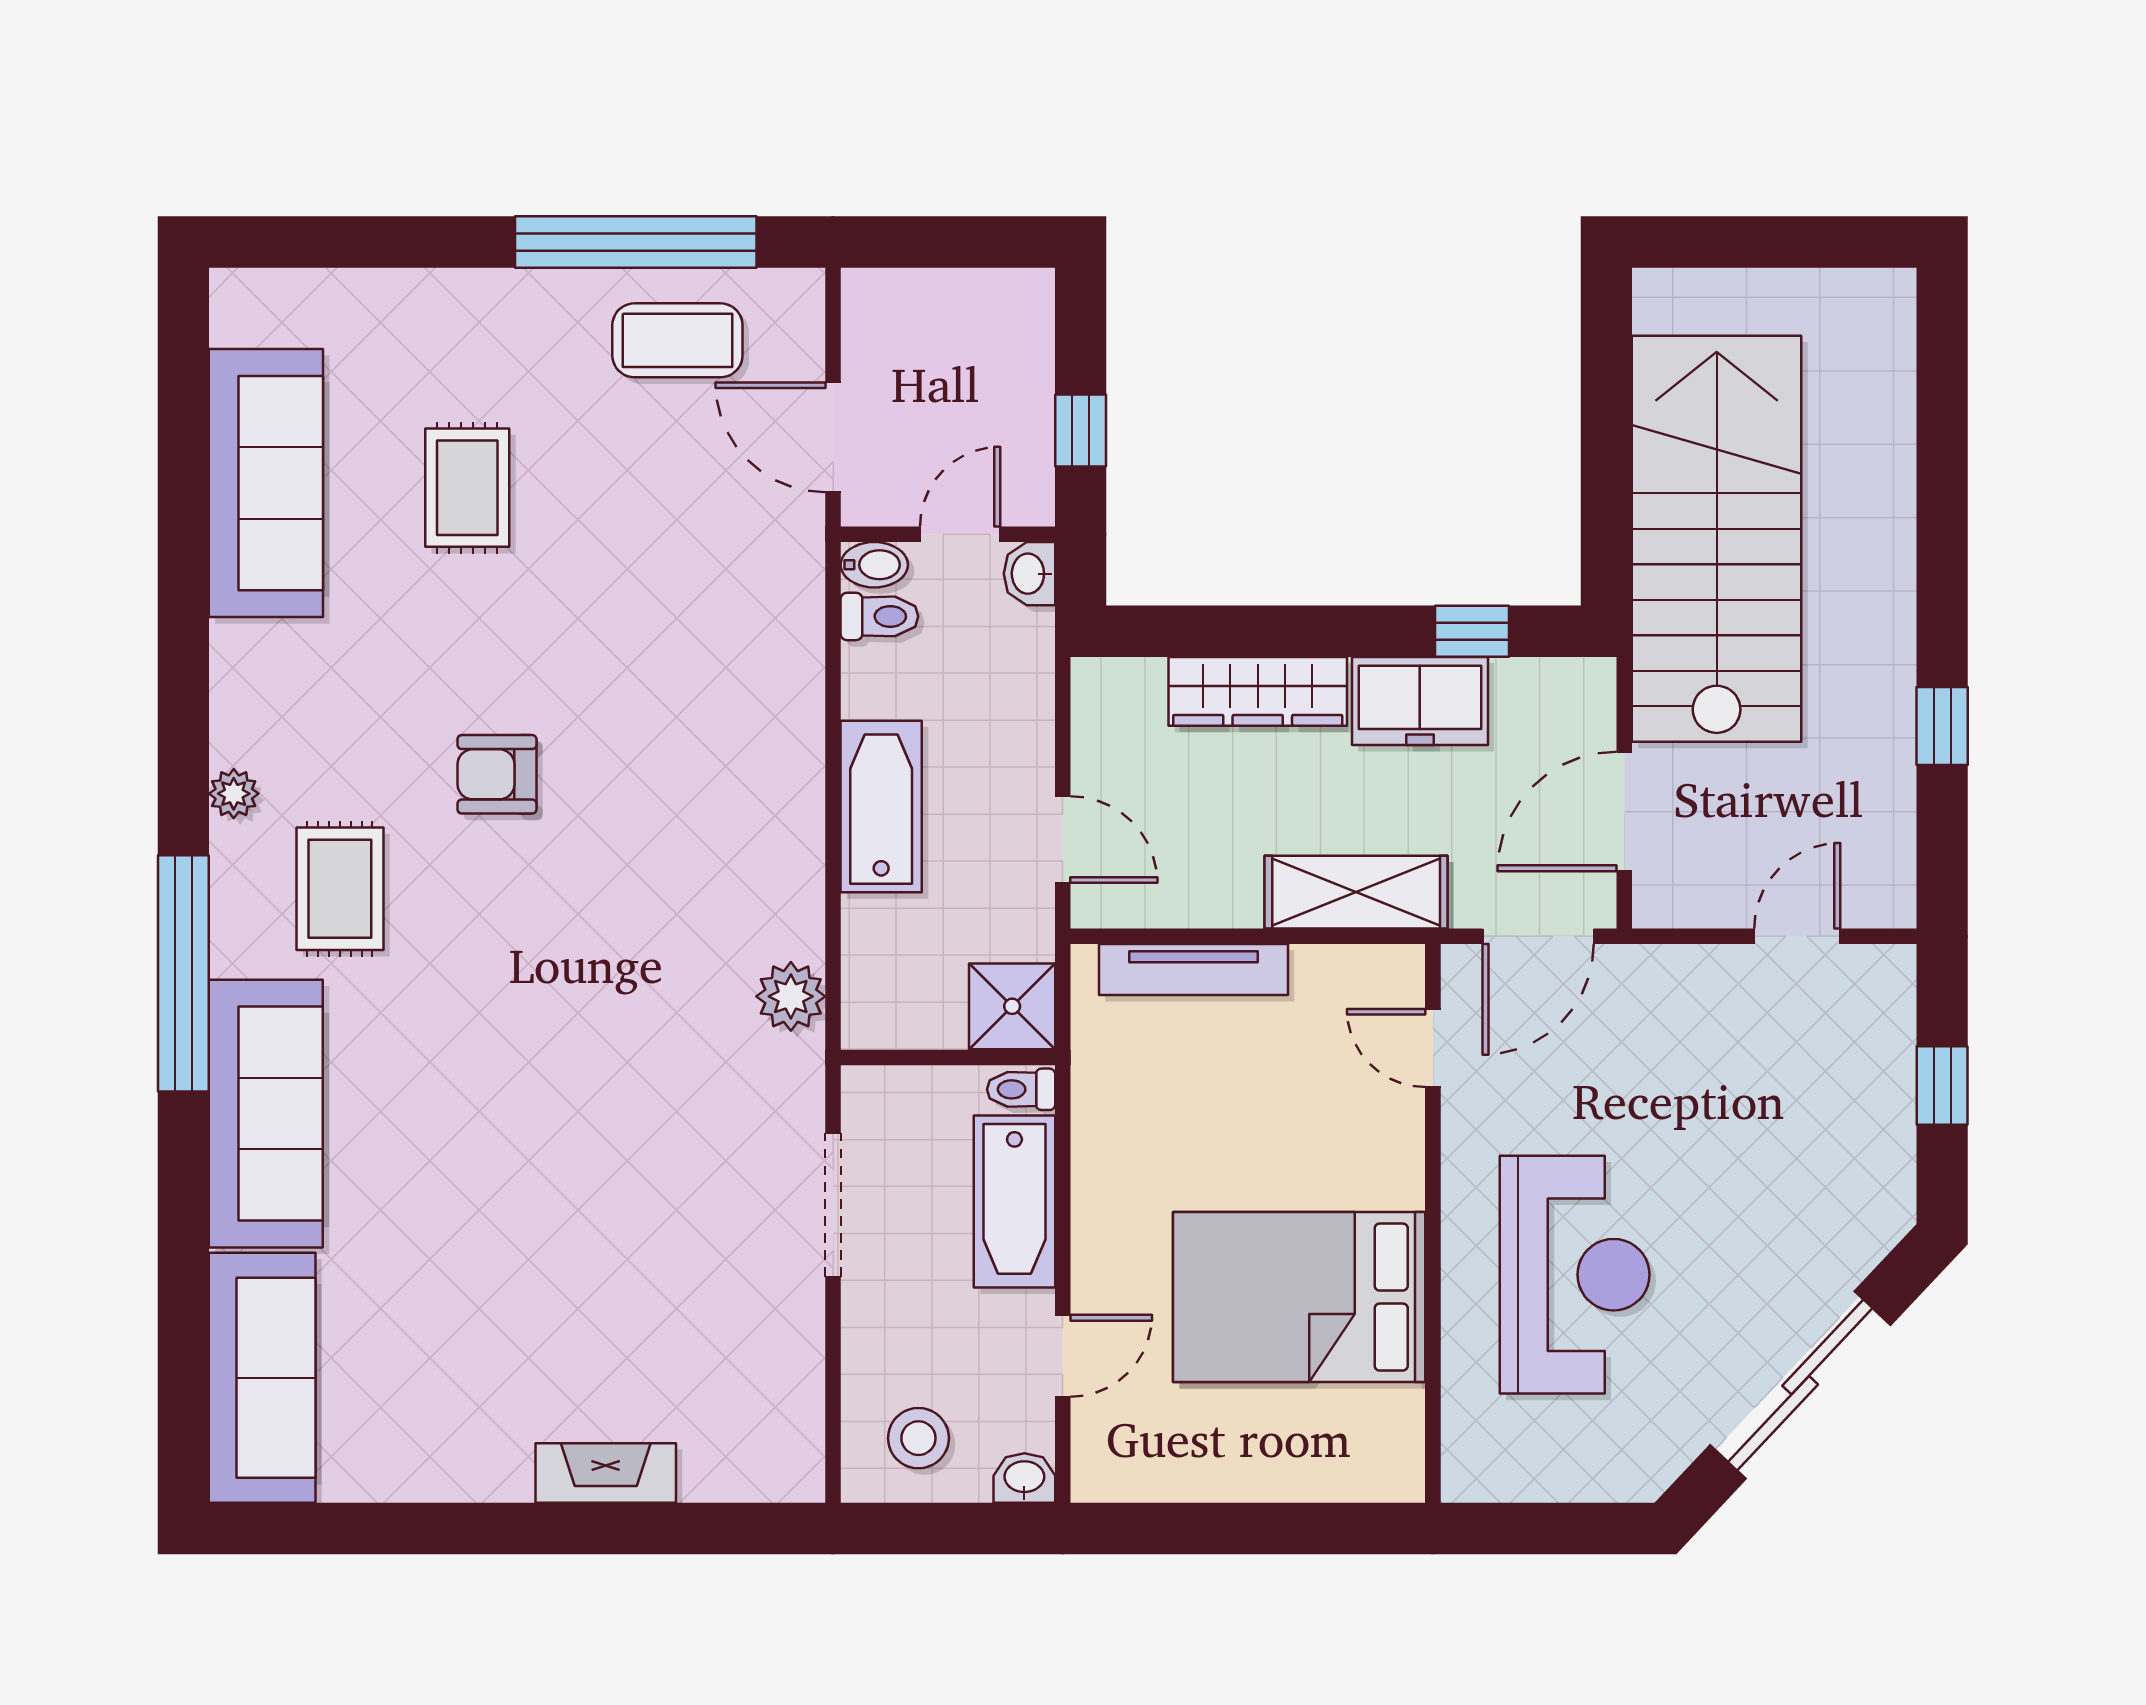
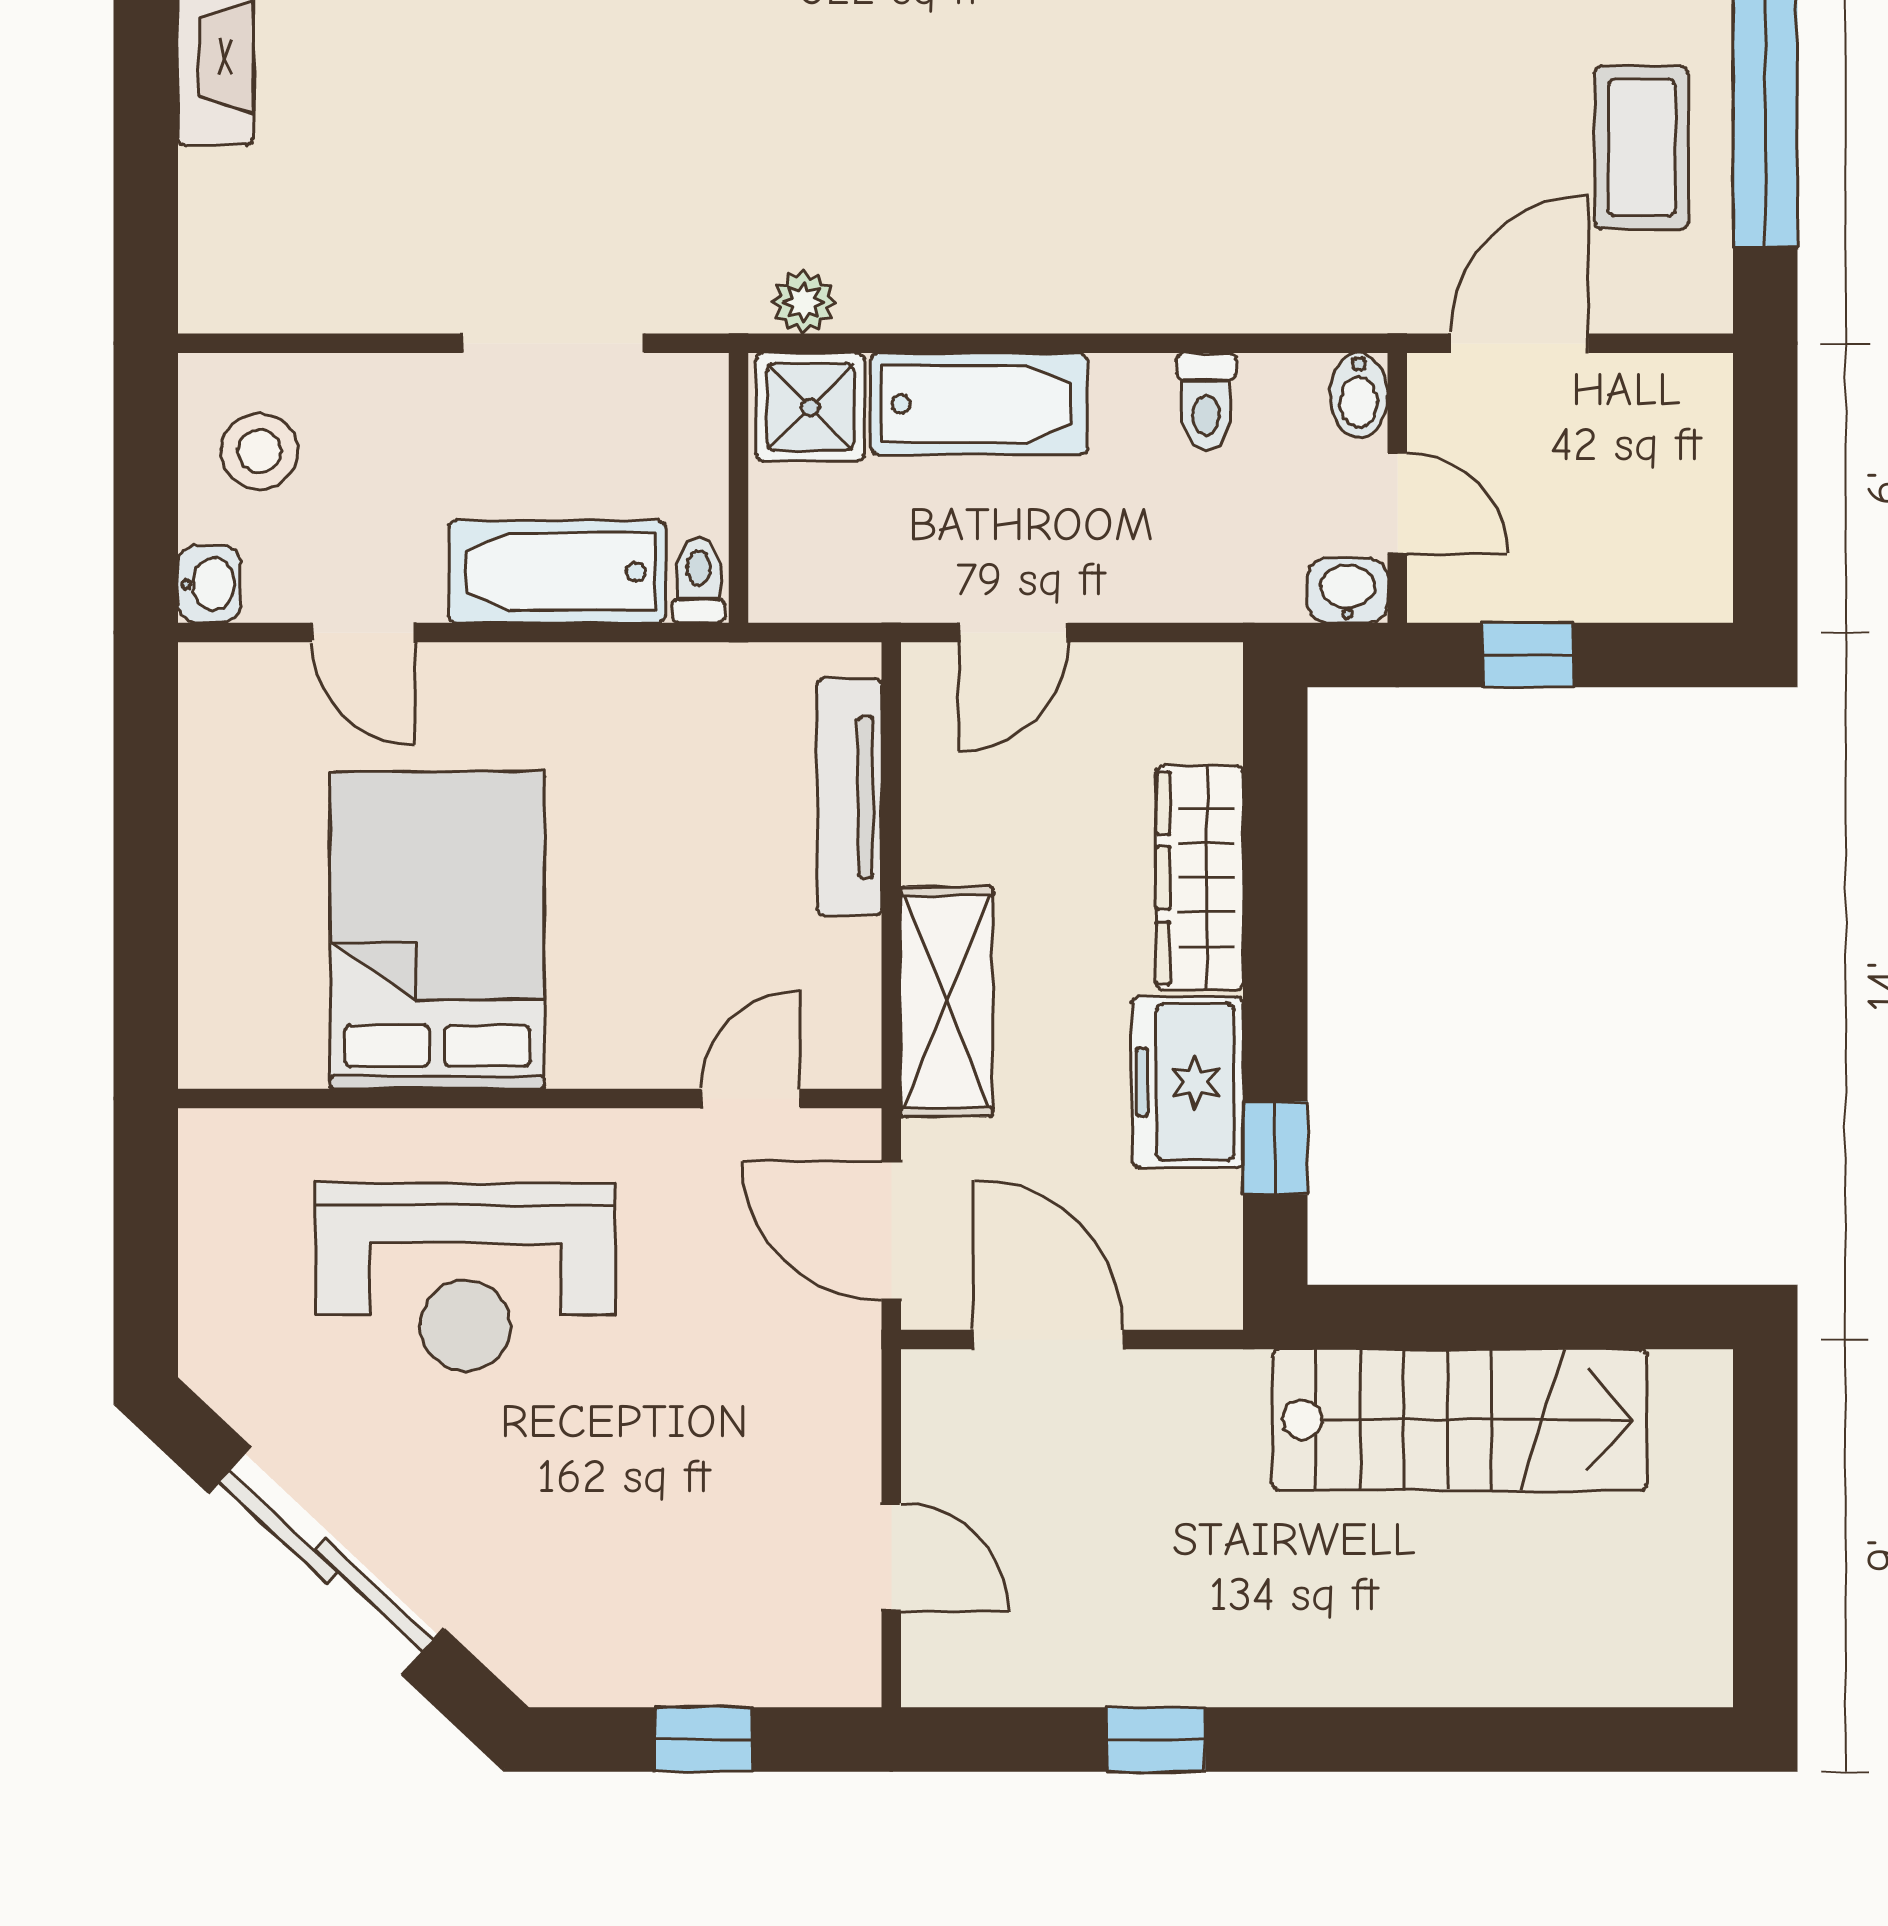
stairs: (1717, 539) -> (1460, 1420), width x0.73, depth x0.66
toilet: (879, 616) -> (1206, 402), moved
bathtub: (881, 806) -> (979, 404), moved
plant: (791, 996) -> (804, 302), width x0.73, depth x0.73
shower: (1012, 1006) -> (810, 407), moved

